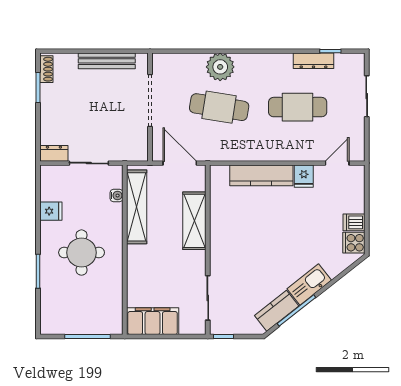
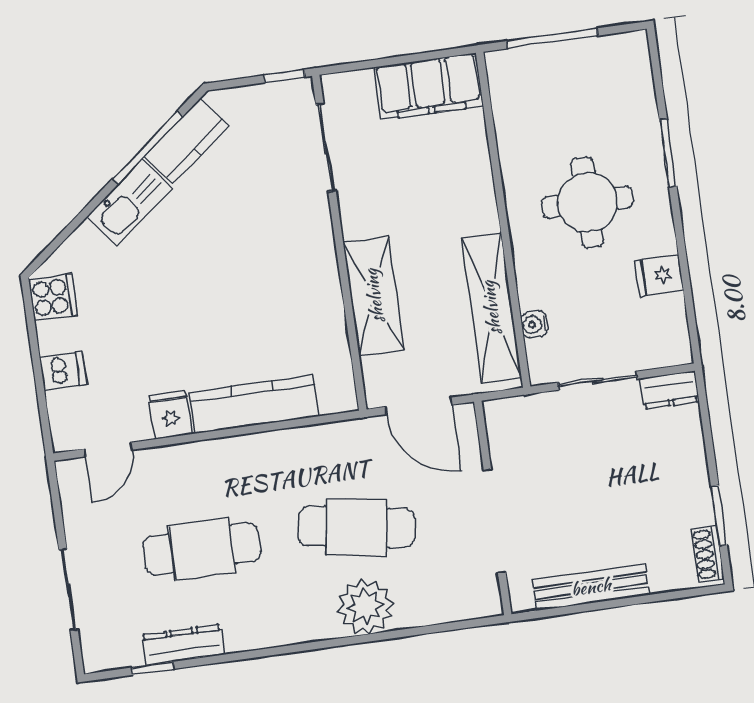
dishwasher: (354, 222) -> (63, 371), moved

